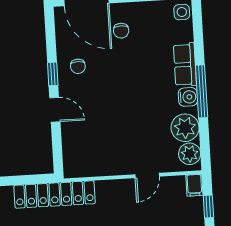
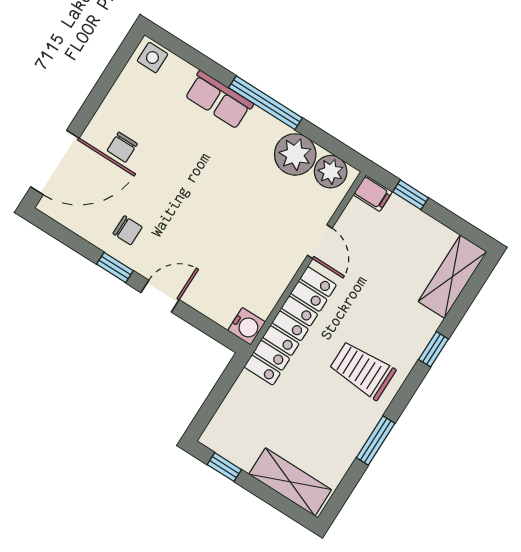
chair: (121, 31) -> (122, 147), turned 90
water cooler: (188, 97) -> (247, 326), moved, turned 90
locker: (55, 194) -> (290, 326), moved

